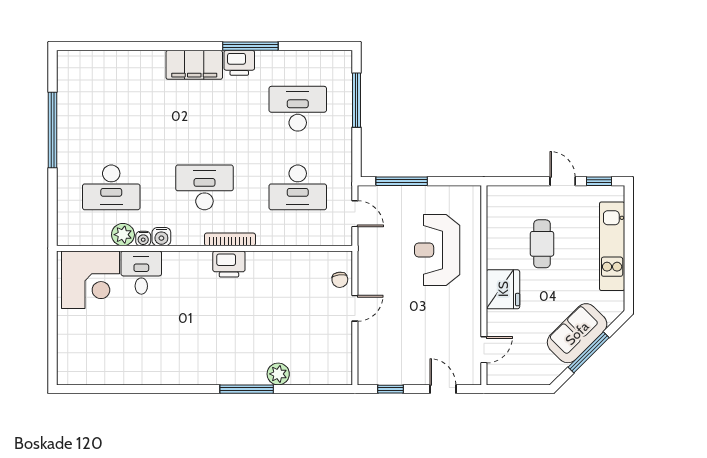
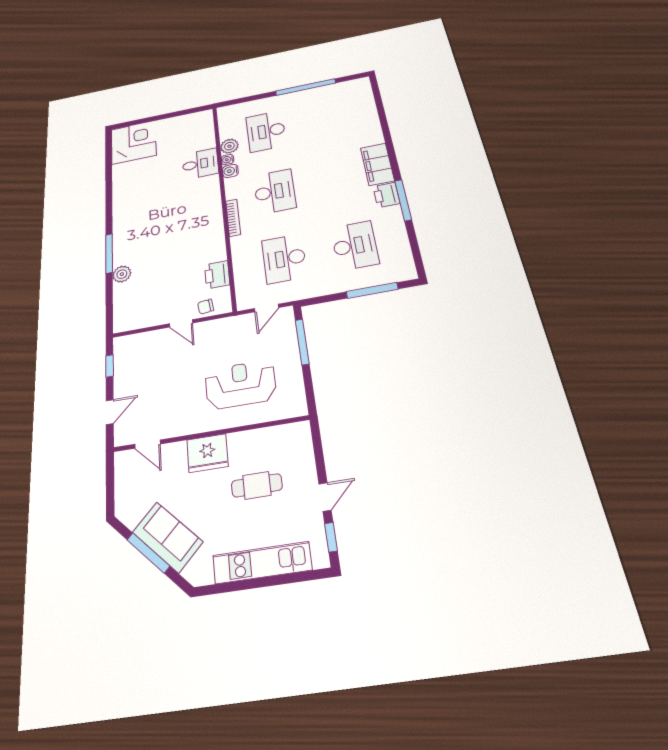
printer: (229, 264) -> (217, 275), moved
corner desk: (91, 280) -> (134, 142), moved, turned 180

